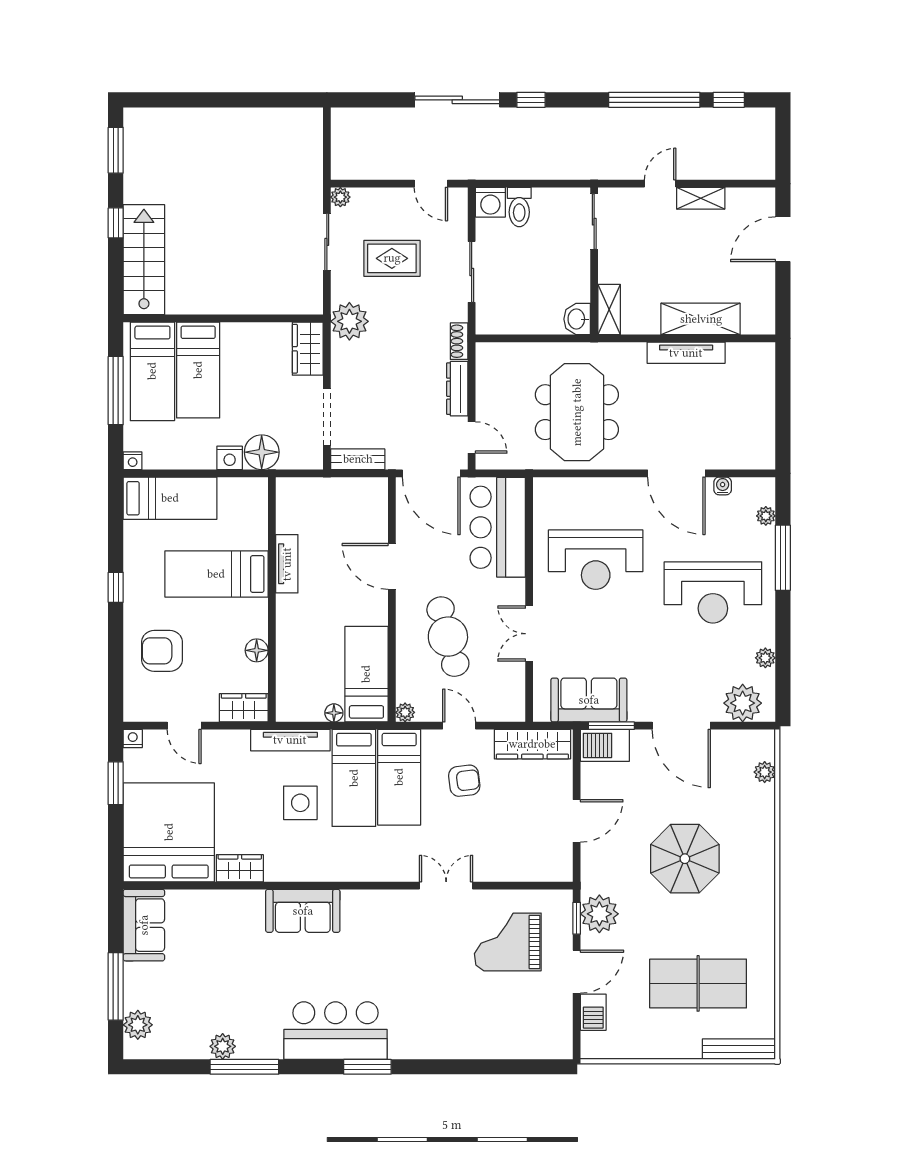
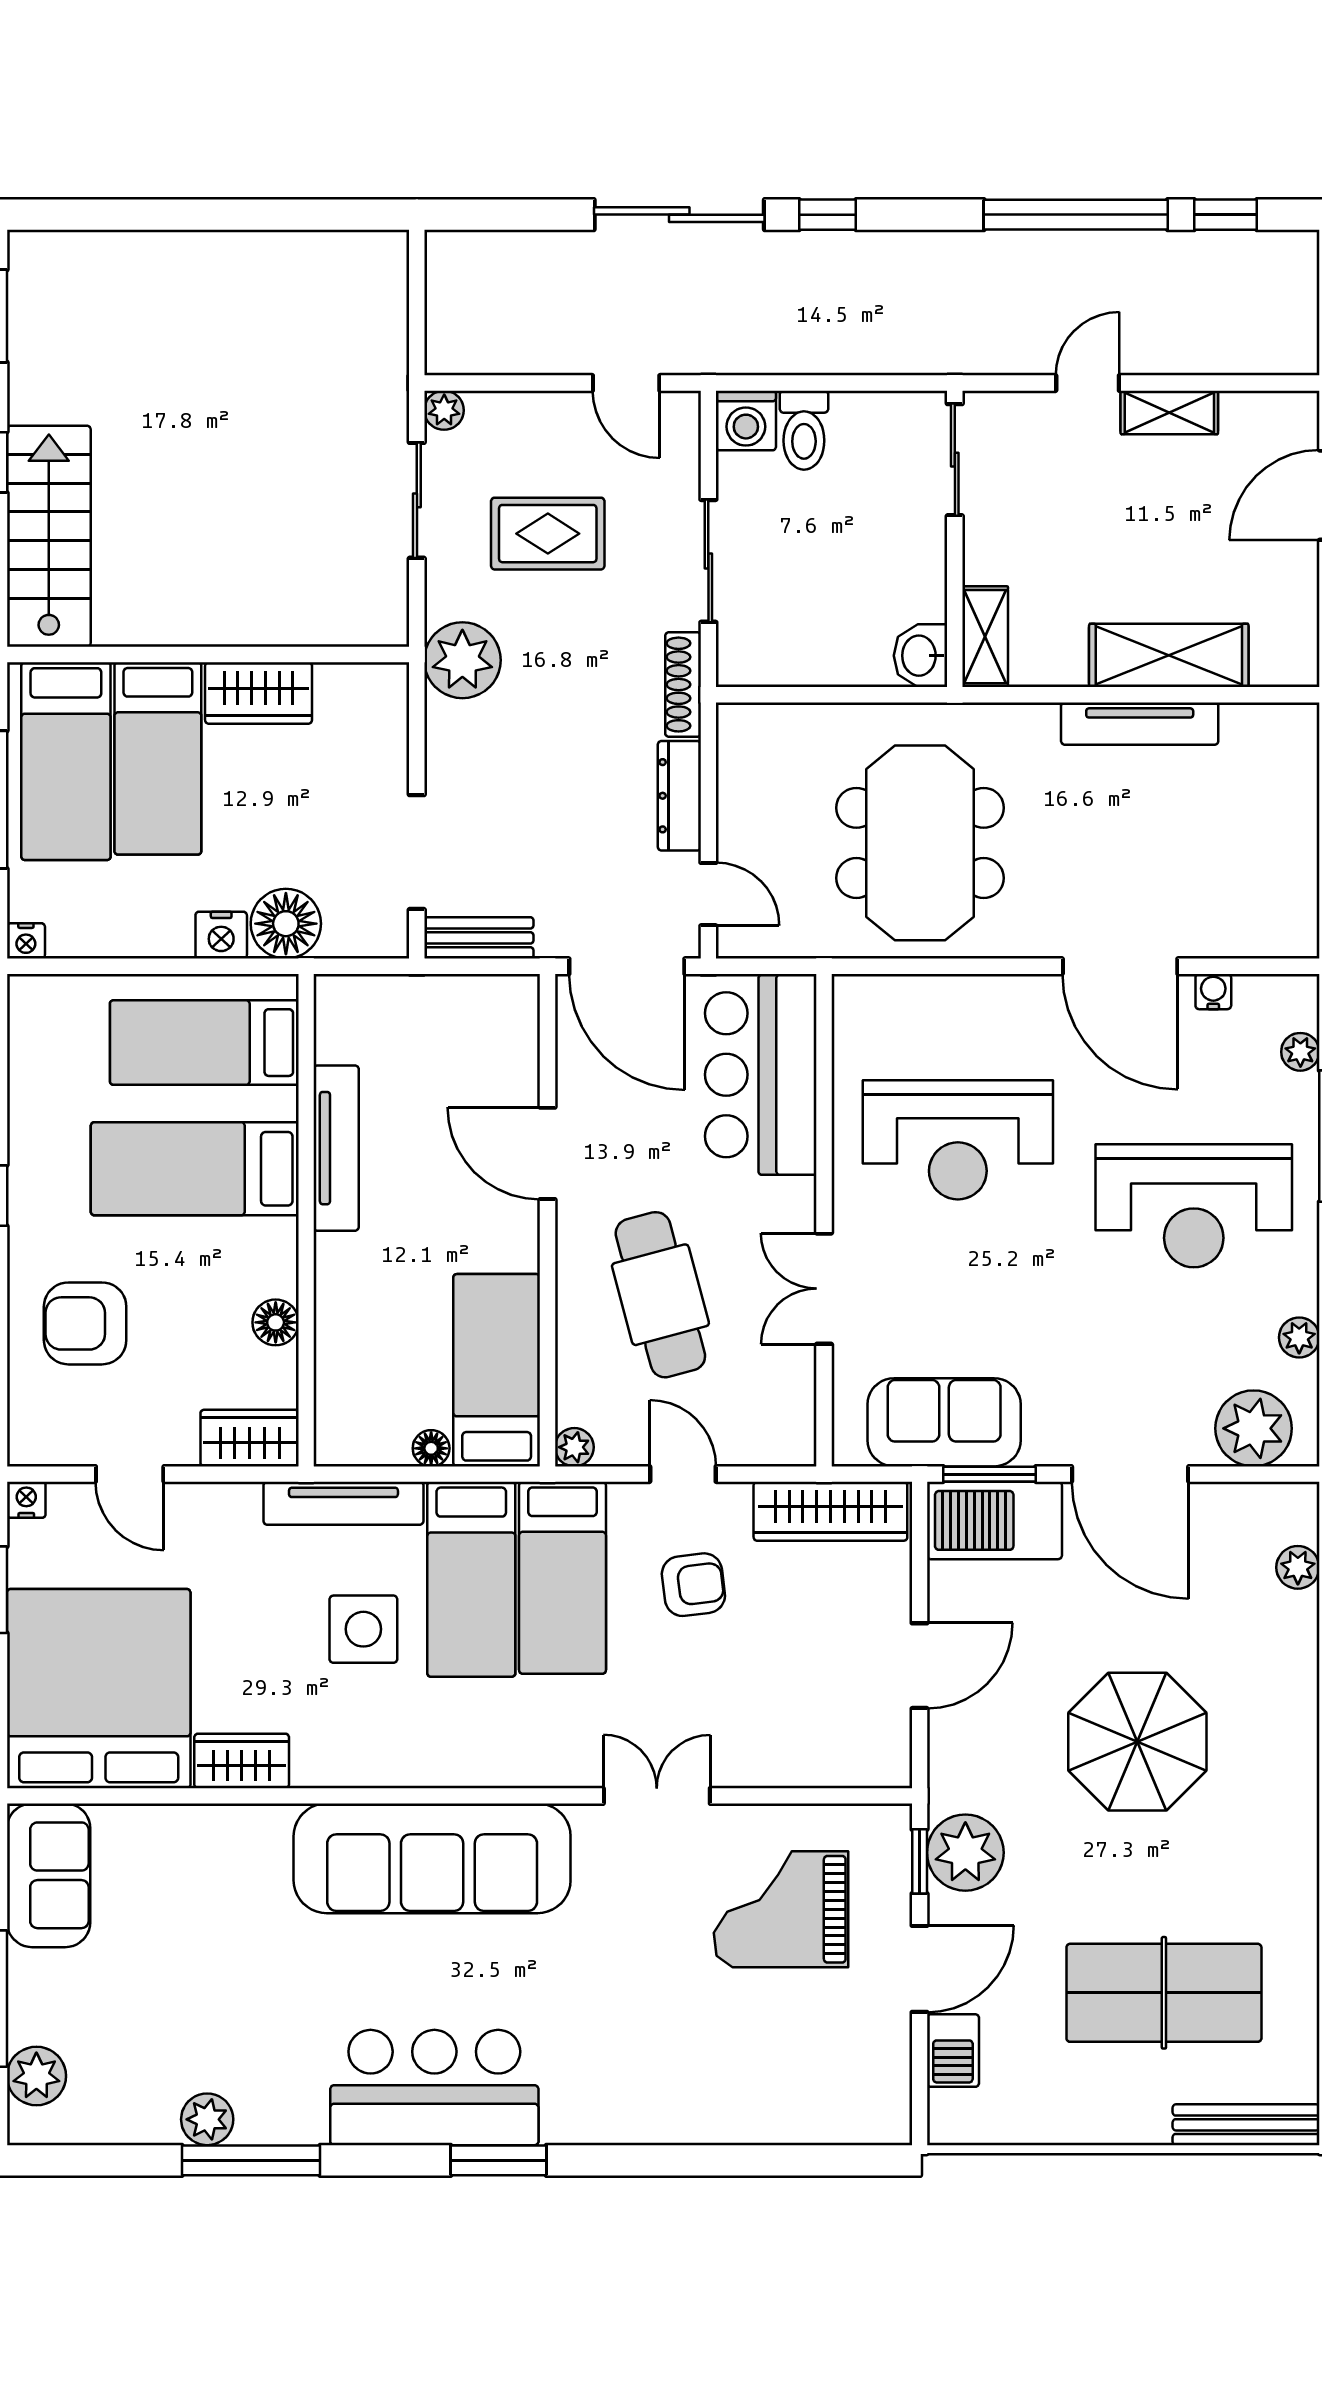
shoe rack: (459, 341) -> (683, 685), width x1.43
wardrobe: (308, 349) -> (259, 693), moved, turned -90
bed: (170, 498) -> (204, 1043), moved, turned 180
tv unit: (287, 564) -> (336, 1148), width x1.41
barbecue: (605, 745) -> (994, 1520), width x1.37, depth x1.21
sofa: (303, 911) -> (432, 1858), width x1.85, depth x1.27

